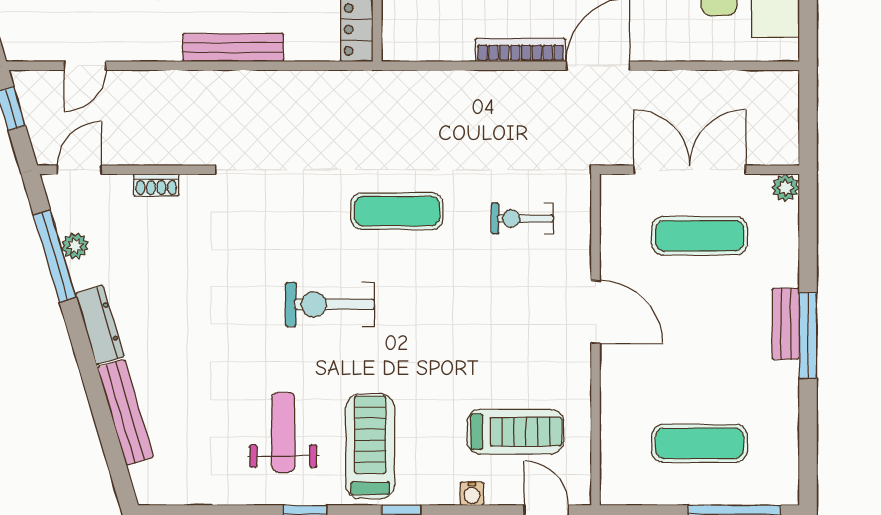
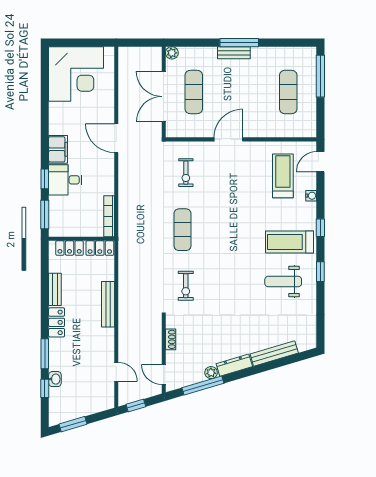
bookcase: (521, 50) -> (109, 216), moved
plant: (75, 246) -> (211, 373), moved
exercise bike: (330, 304) -> (186, 286), moved, width x0.73, depth x0.72

